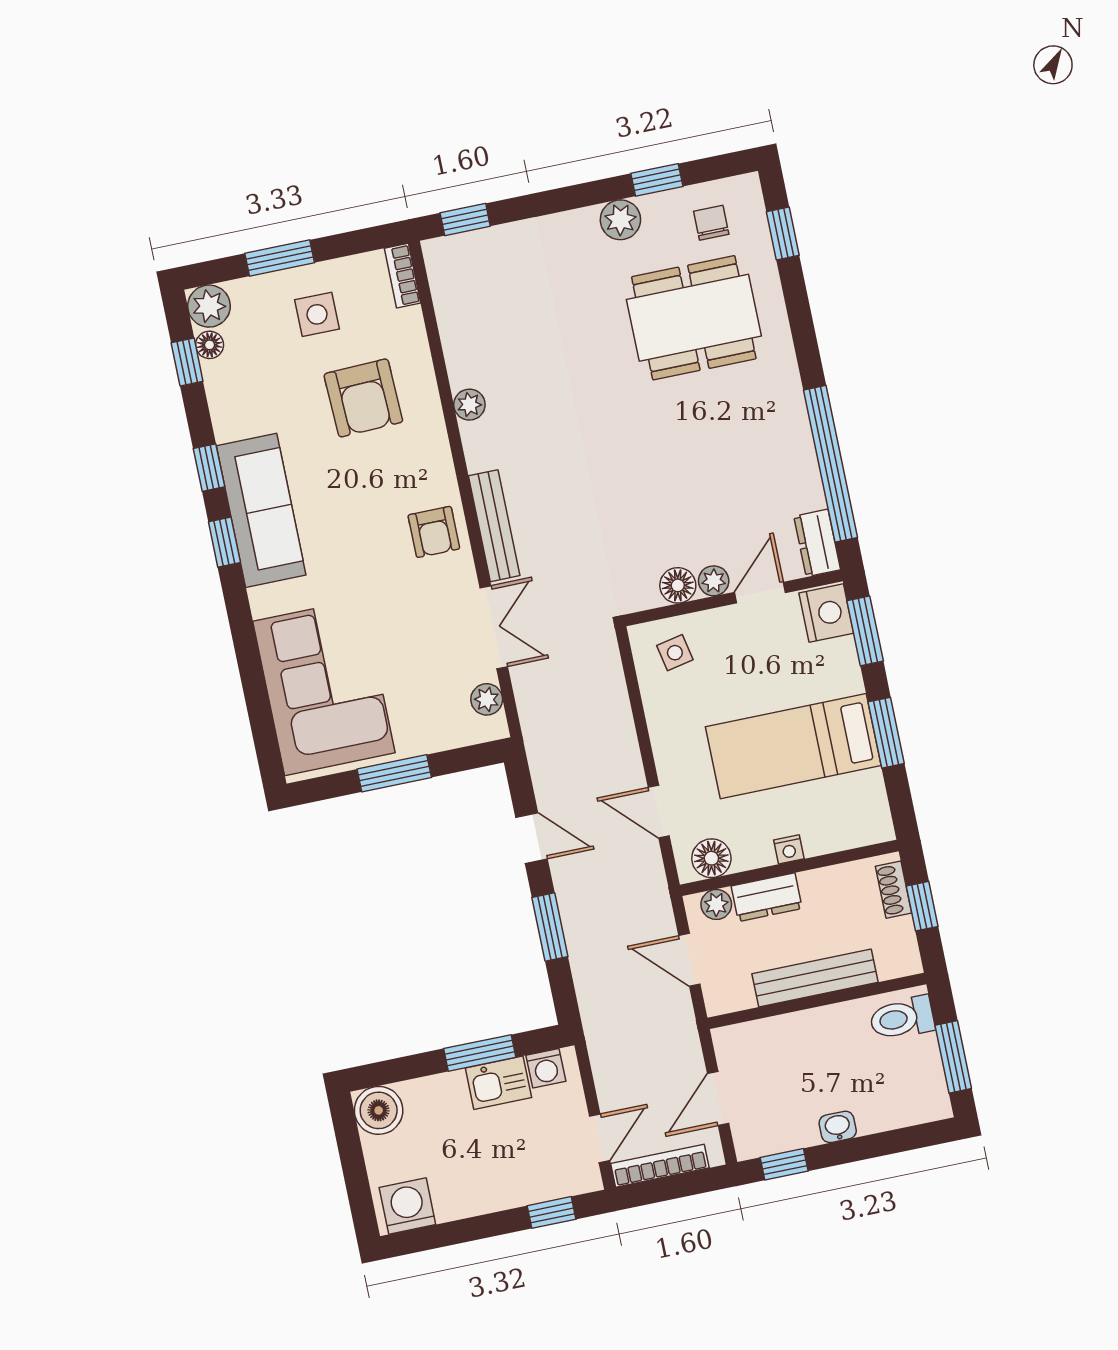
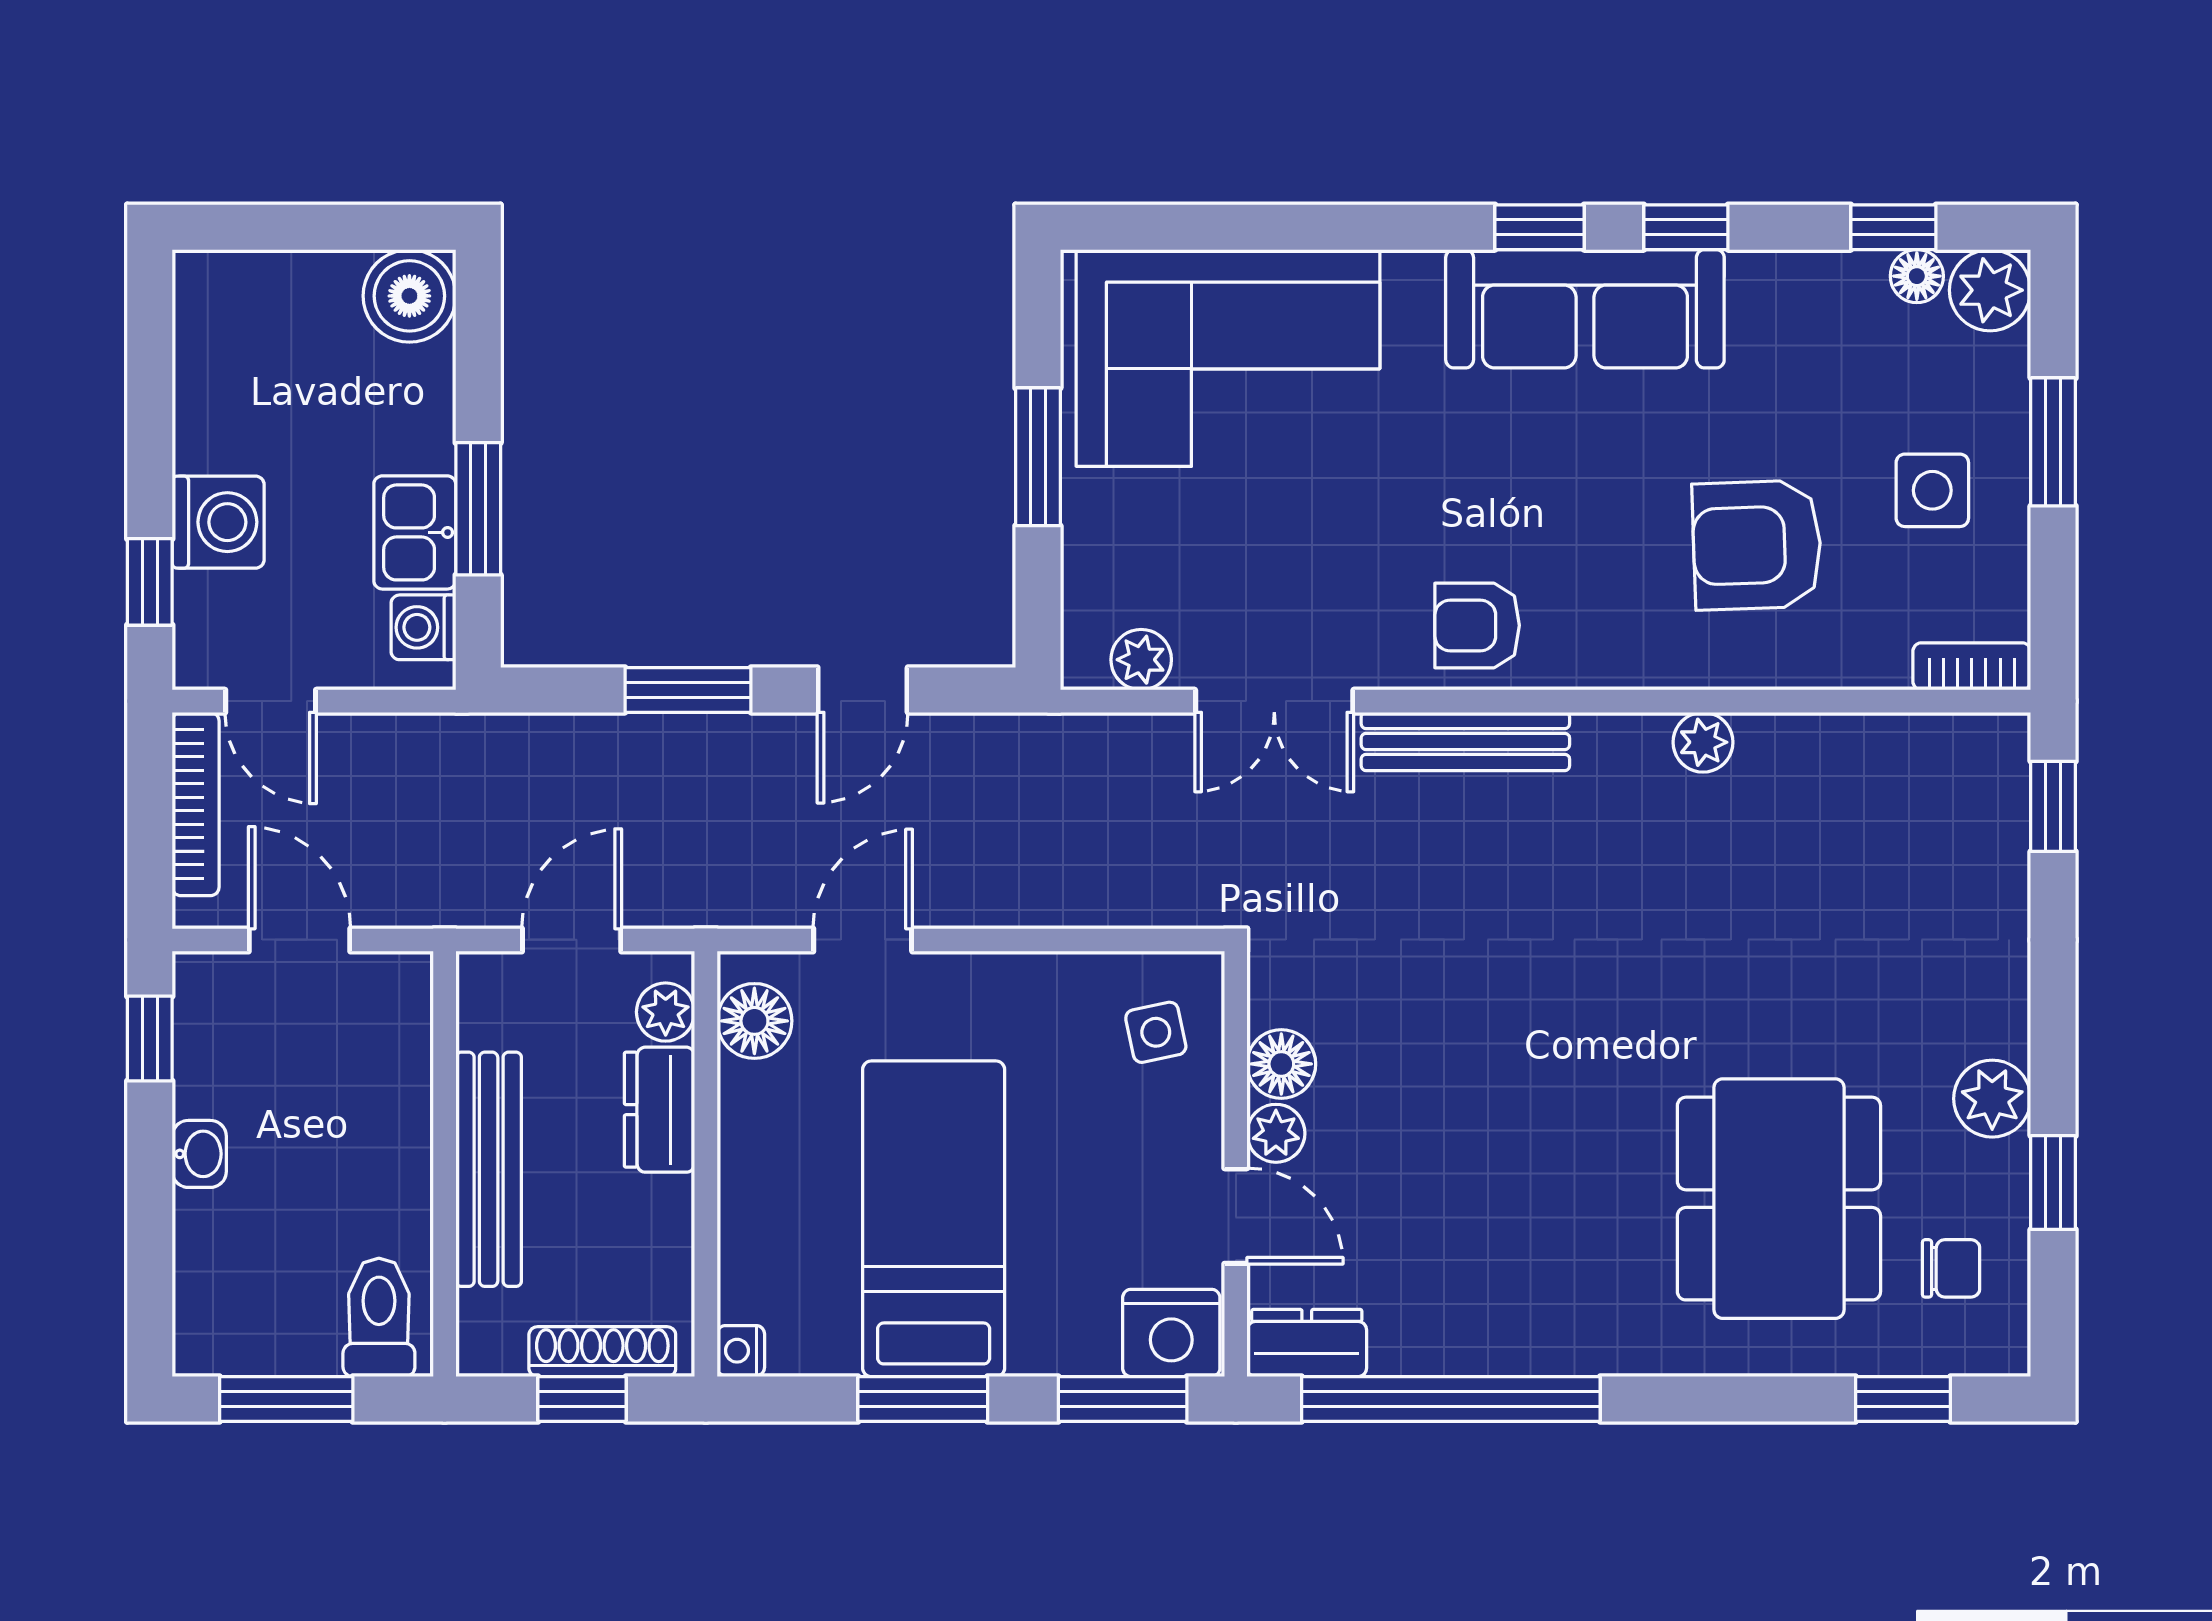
nightstand: (789, 849) -> (741, 1351), moved
shoe rack: (894, 890) -> (602, 1352), width x1.43
washing machine: (407, 1206) -> (218, 522), moved

